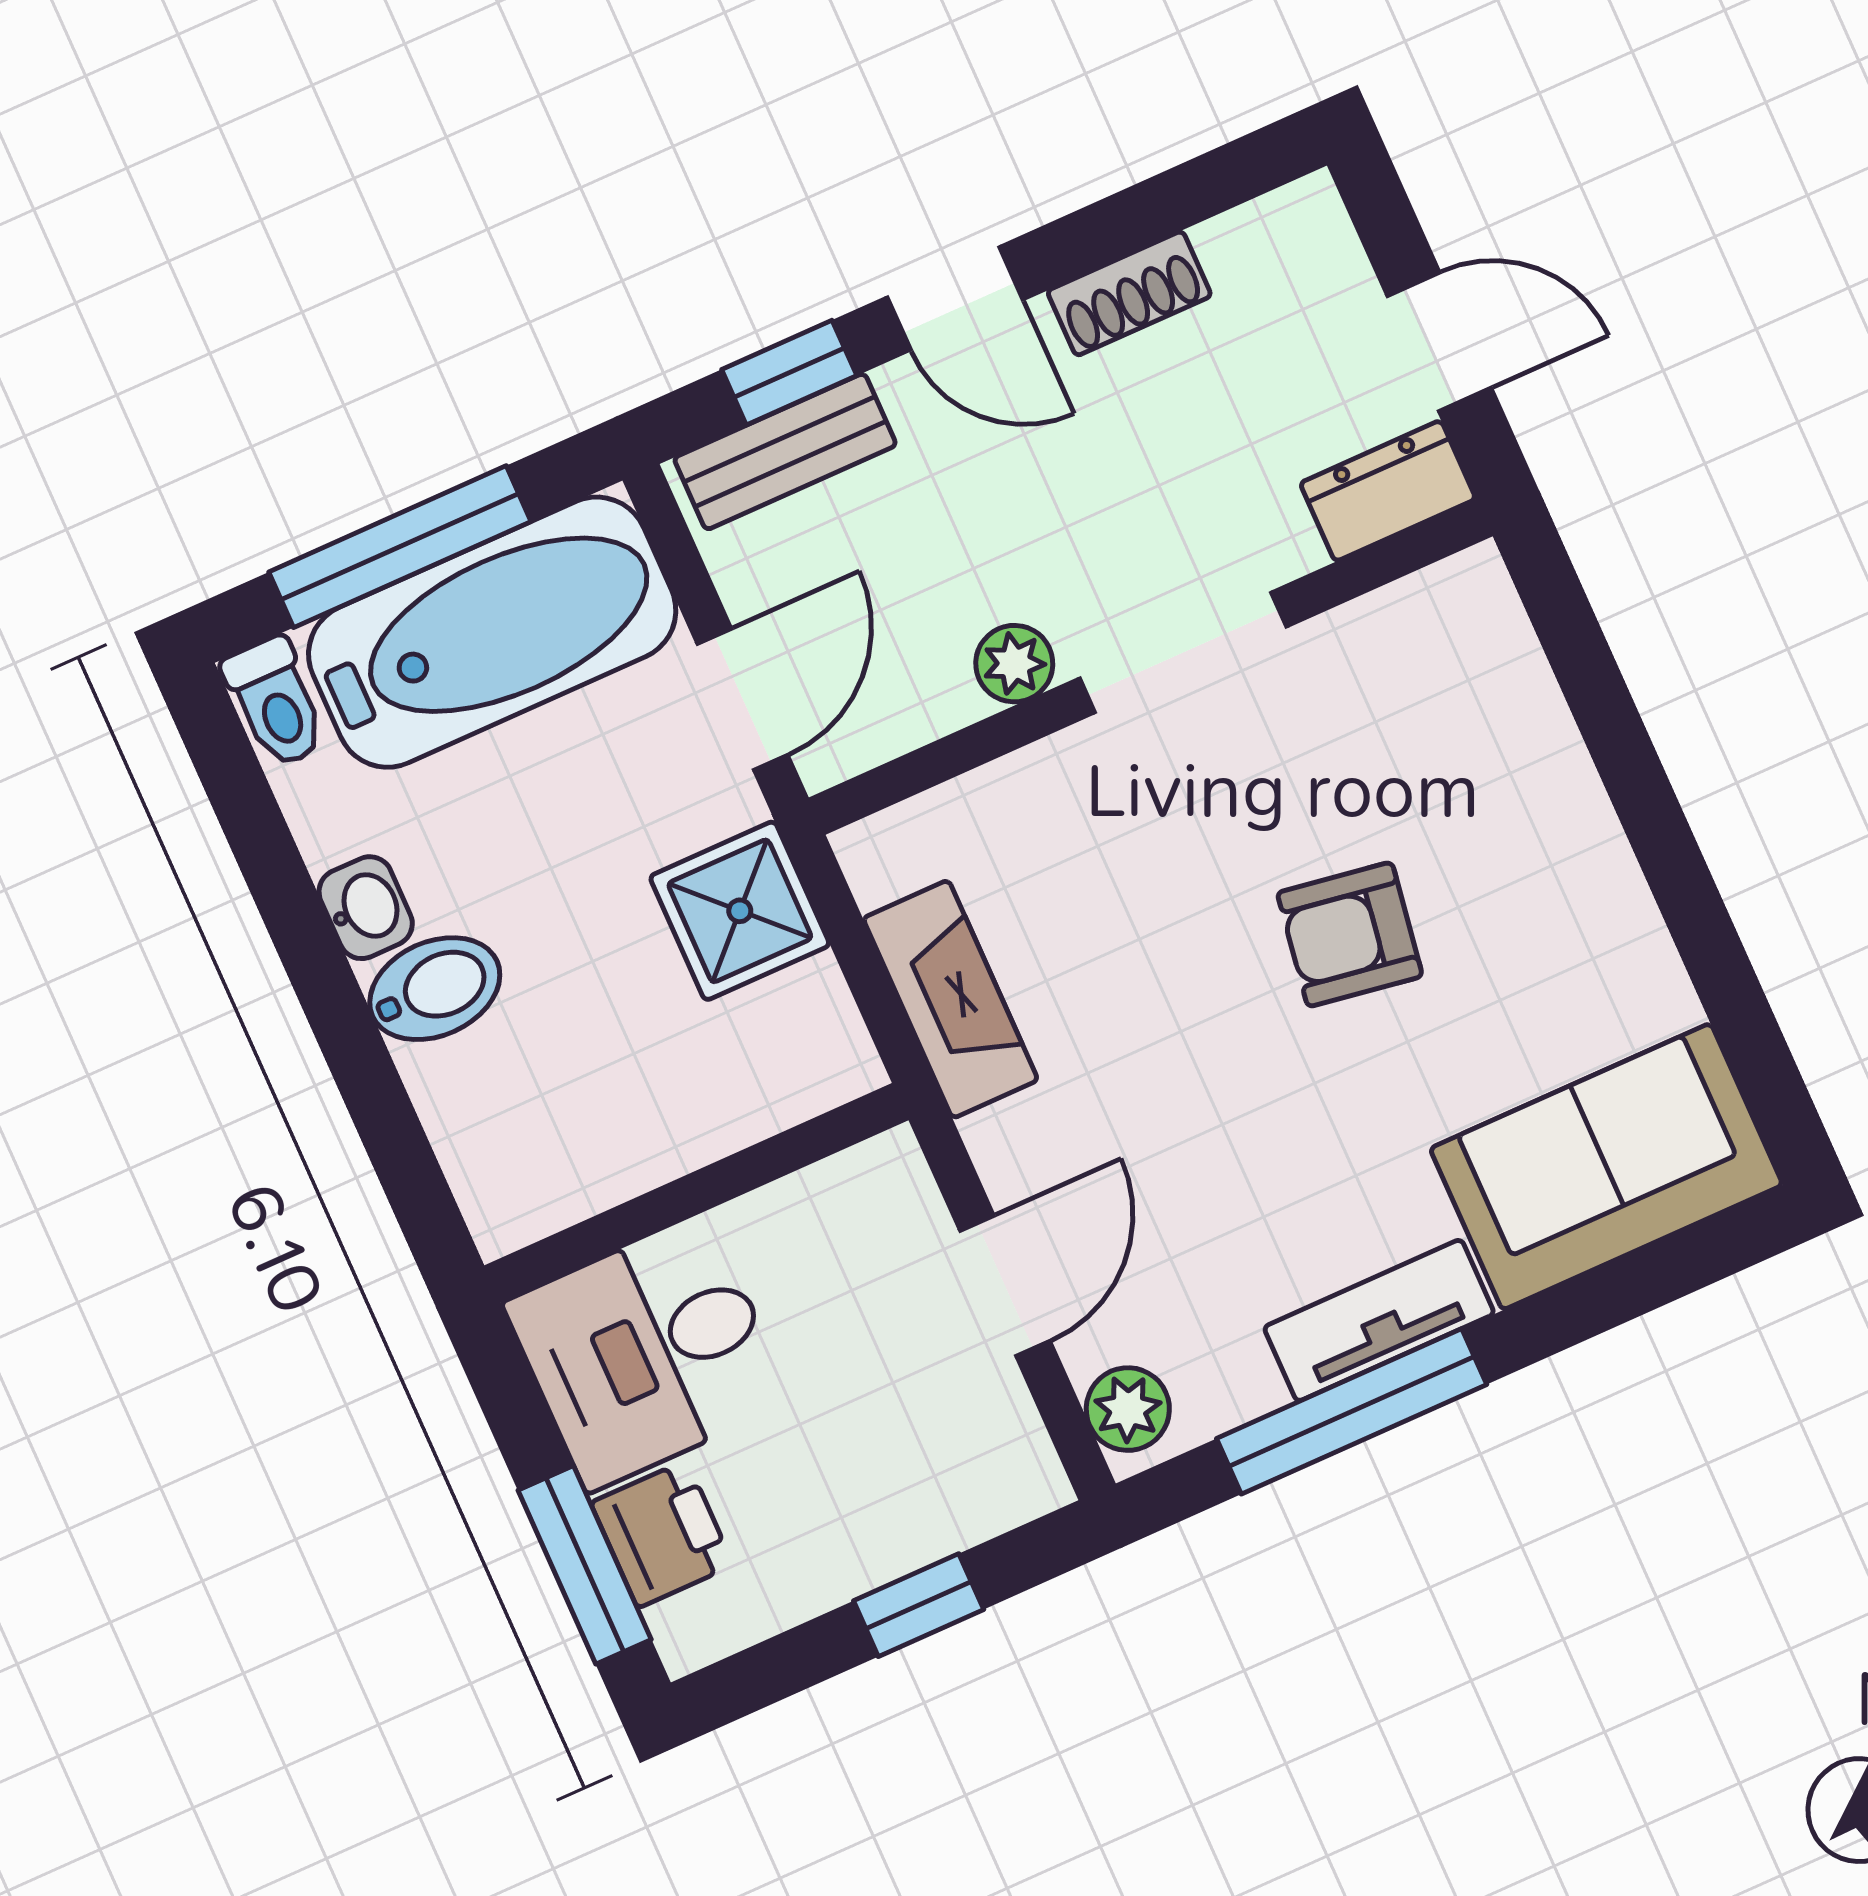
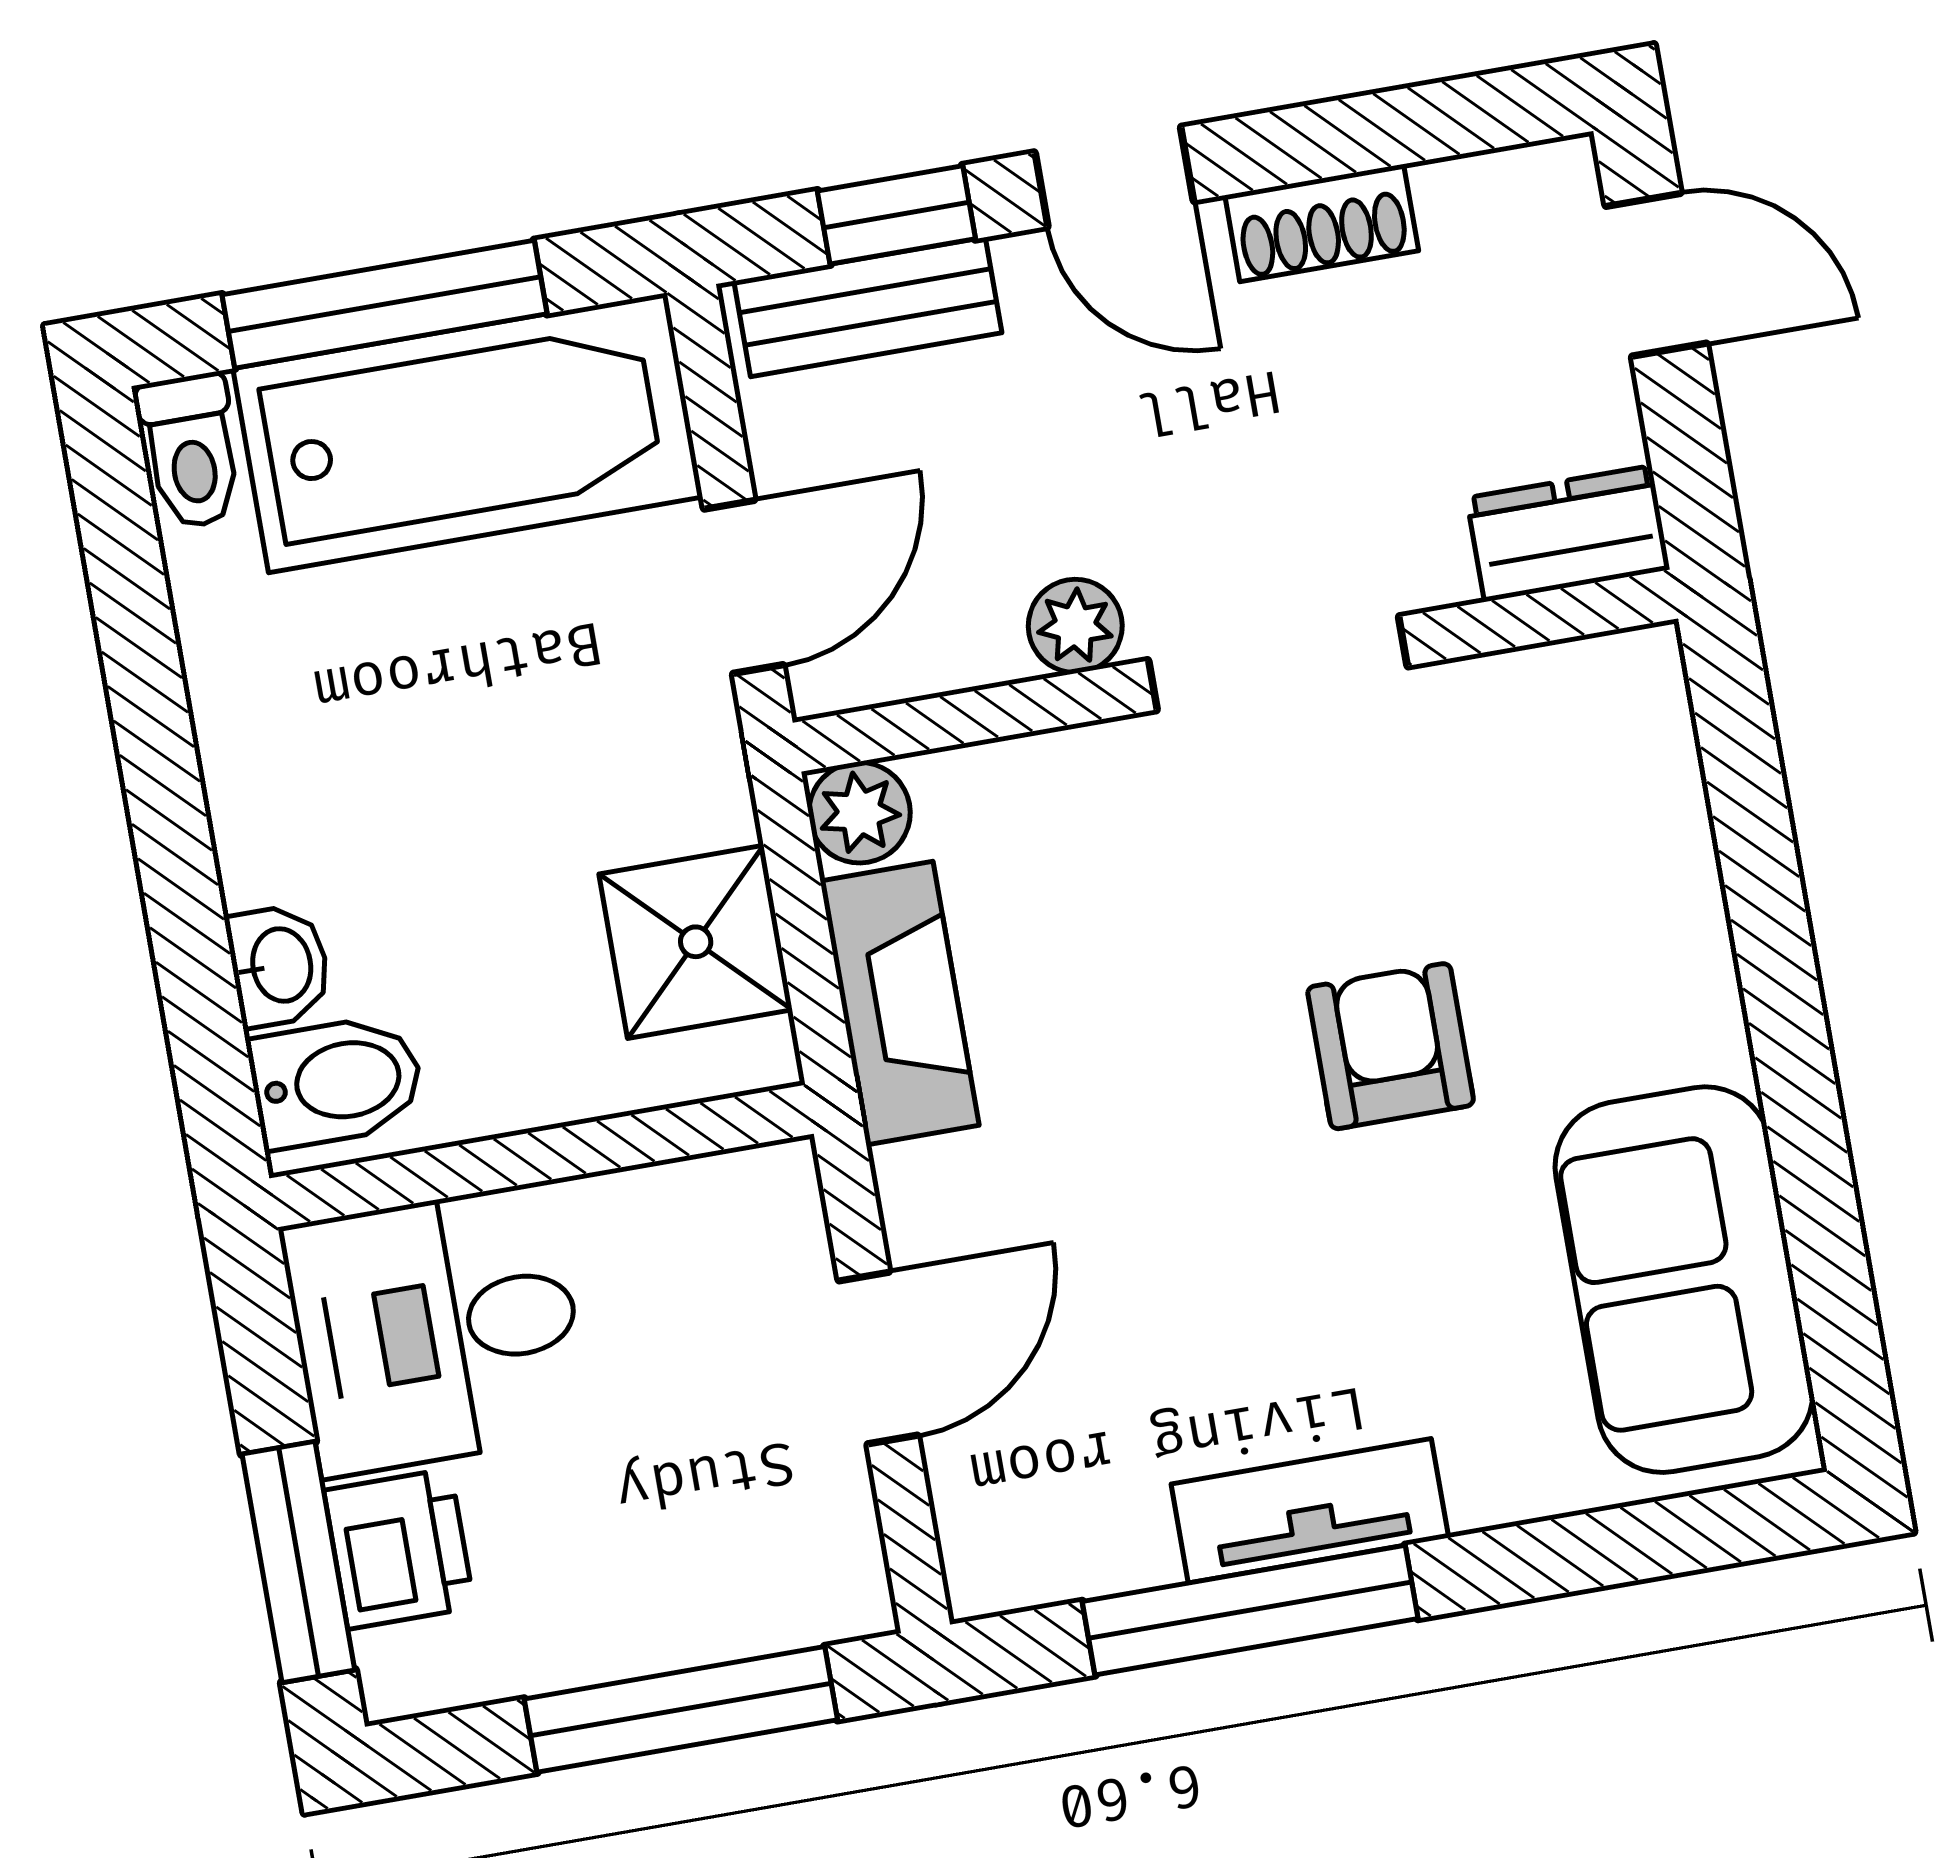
door: (1439, 342) -> (1656, 275), moved
washbasin: (366, 908) -> (279, 965), moved
shower: (740, 911) -> (696, 942), moved
armchair: (1350, 934) -> (1391, 1046), turned 81
bidet: (435, 989) -> (336, 1082), moved
sofa: (1606, 1167) -> (1684, 1280), moved, turned -90
plant: (1128, 1409) -> (859, 813), moved
window: (919, 1605) -> (681, 1709), width x2.17

